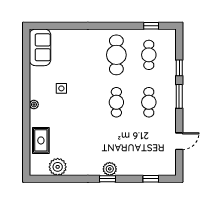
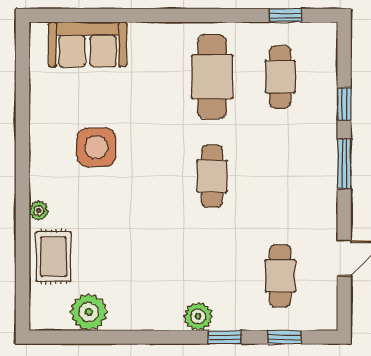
sofa: (40, 47) -> (88, 44), moved, turned 90
side table: (61, 88) -> (96, 147), width x1.87, depth x1.87
cafe table: (149, 102) -> (280, 276), moved
plant: (34, 105) -> (39, 211), moved
window: (107, 179) -> (225, 337), moved

